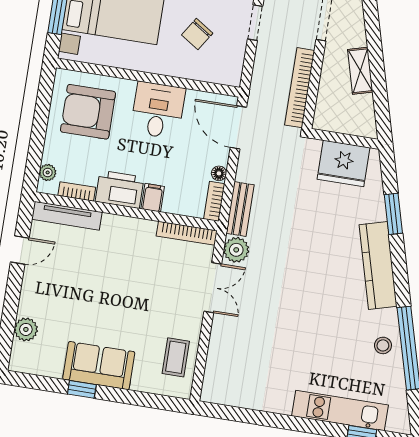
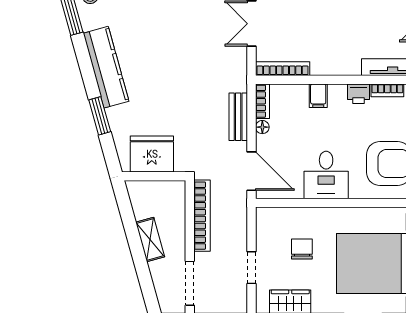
chair: (197, 34) -> (302, 249), turned -33
printer: (120, 189) -> (359, 94), width x0.53, depth x0.68
bench: (240, 209) -> (238, 117), moved
plant: (236, 250) -> (236, 61), removed

